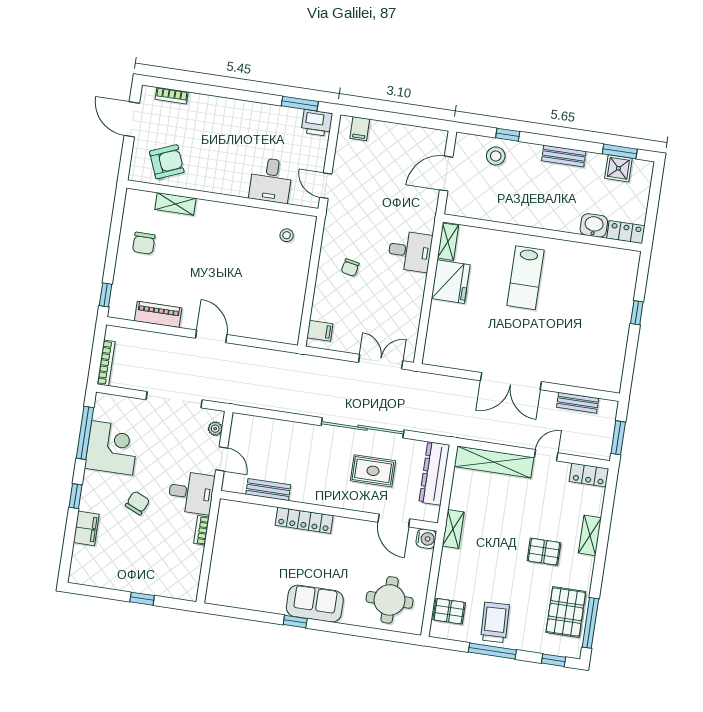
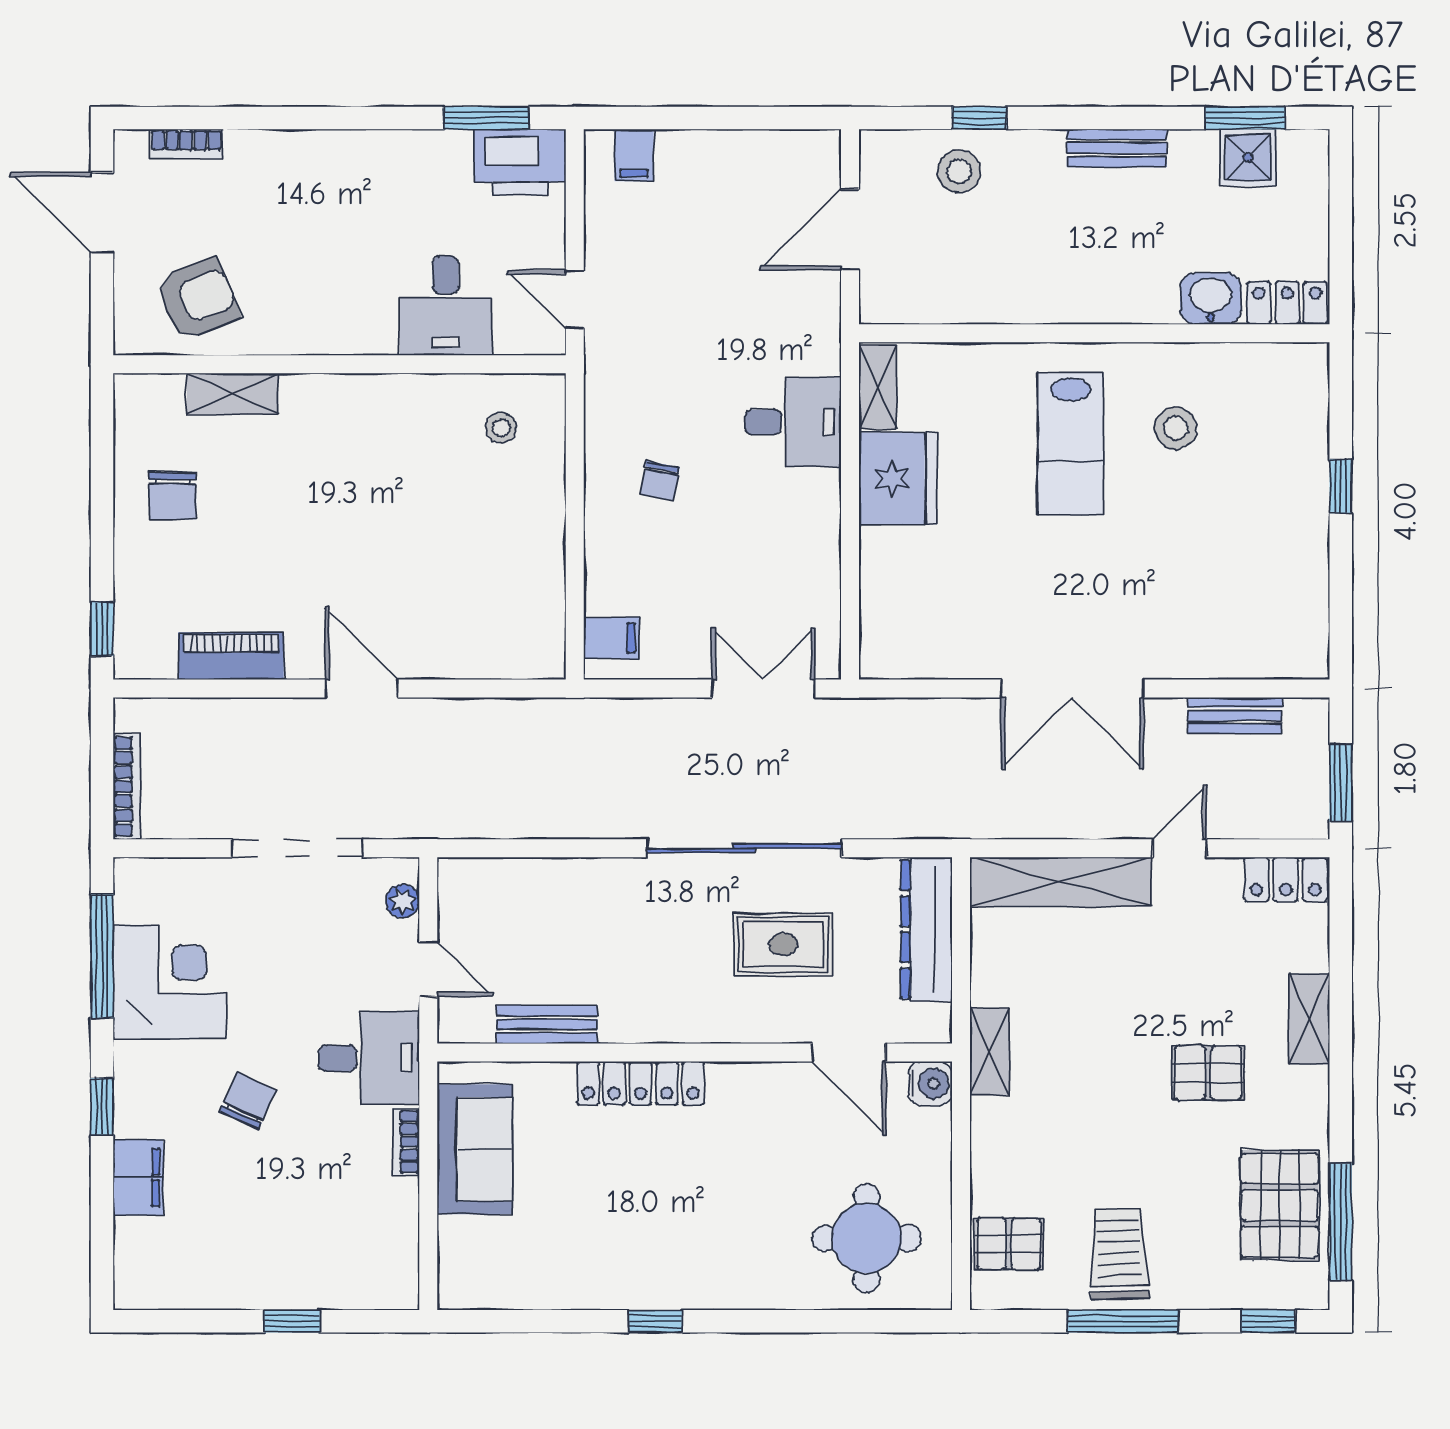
printer: (317, 123) -> (520, 162), width x1.37, depth x1.19
stool: (571, 278) -> (1176, 428), added
sofa: (315, 604) -> (475, 1149), moved, turned 90

